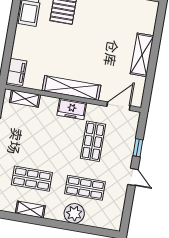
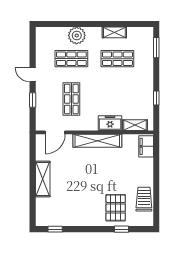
freezer: (72, 109) -> (110, 123), moved

